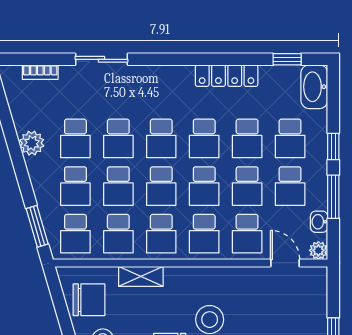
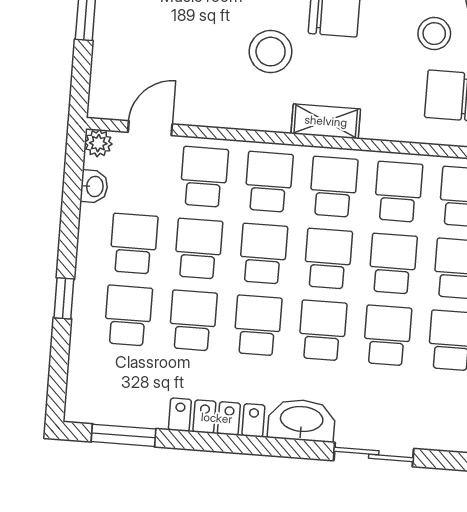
sliding door: (101, 59) -> (374, 455), moved
window: (287, 59) -> (123, 435), width x1.50
washbasin: (314, 87) -> (302, 420), moved, turned -90
window: (333, 197) -> (70, 222), removed
door: (285, 263) -> (150, 128), swing flipped
shelving: (141, 276) -> (326, 121), moved

